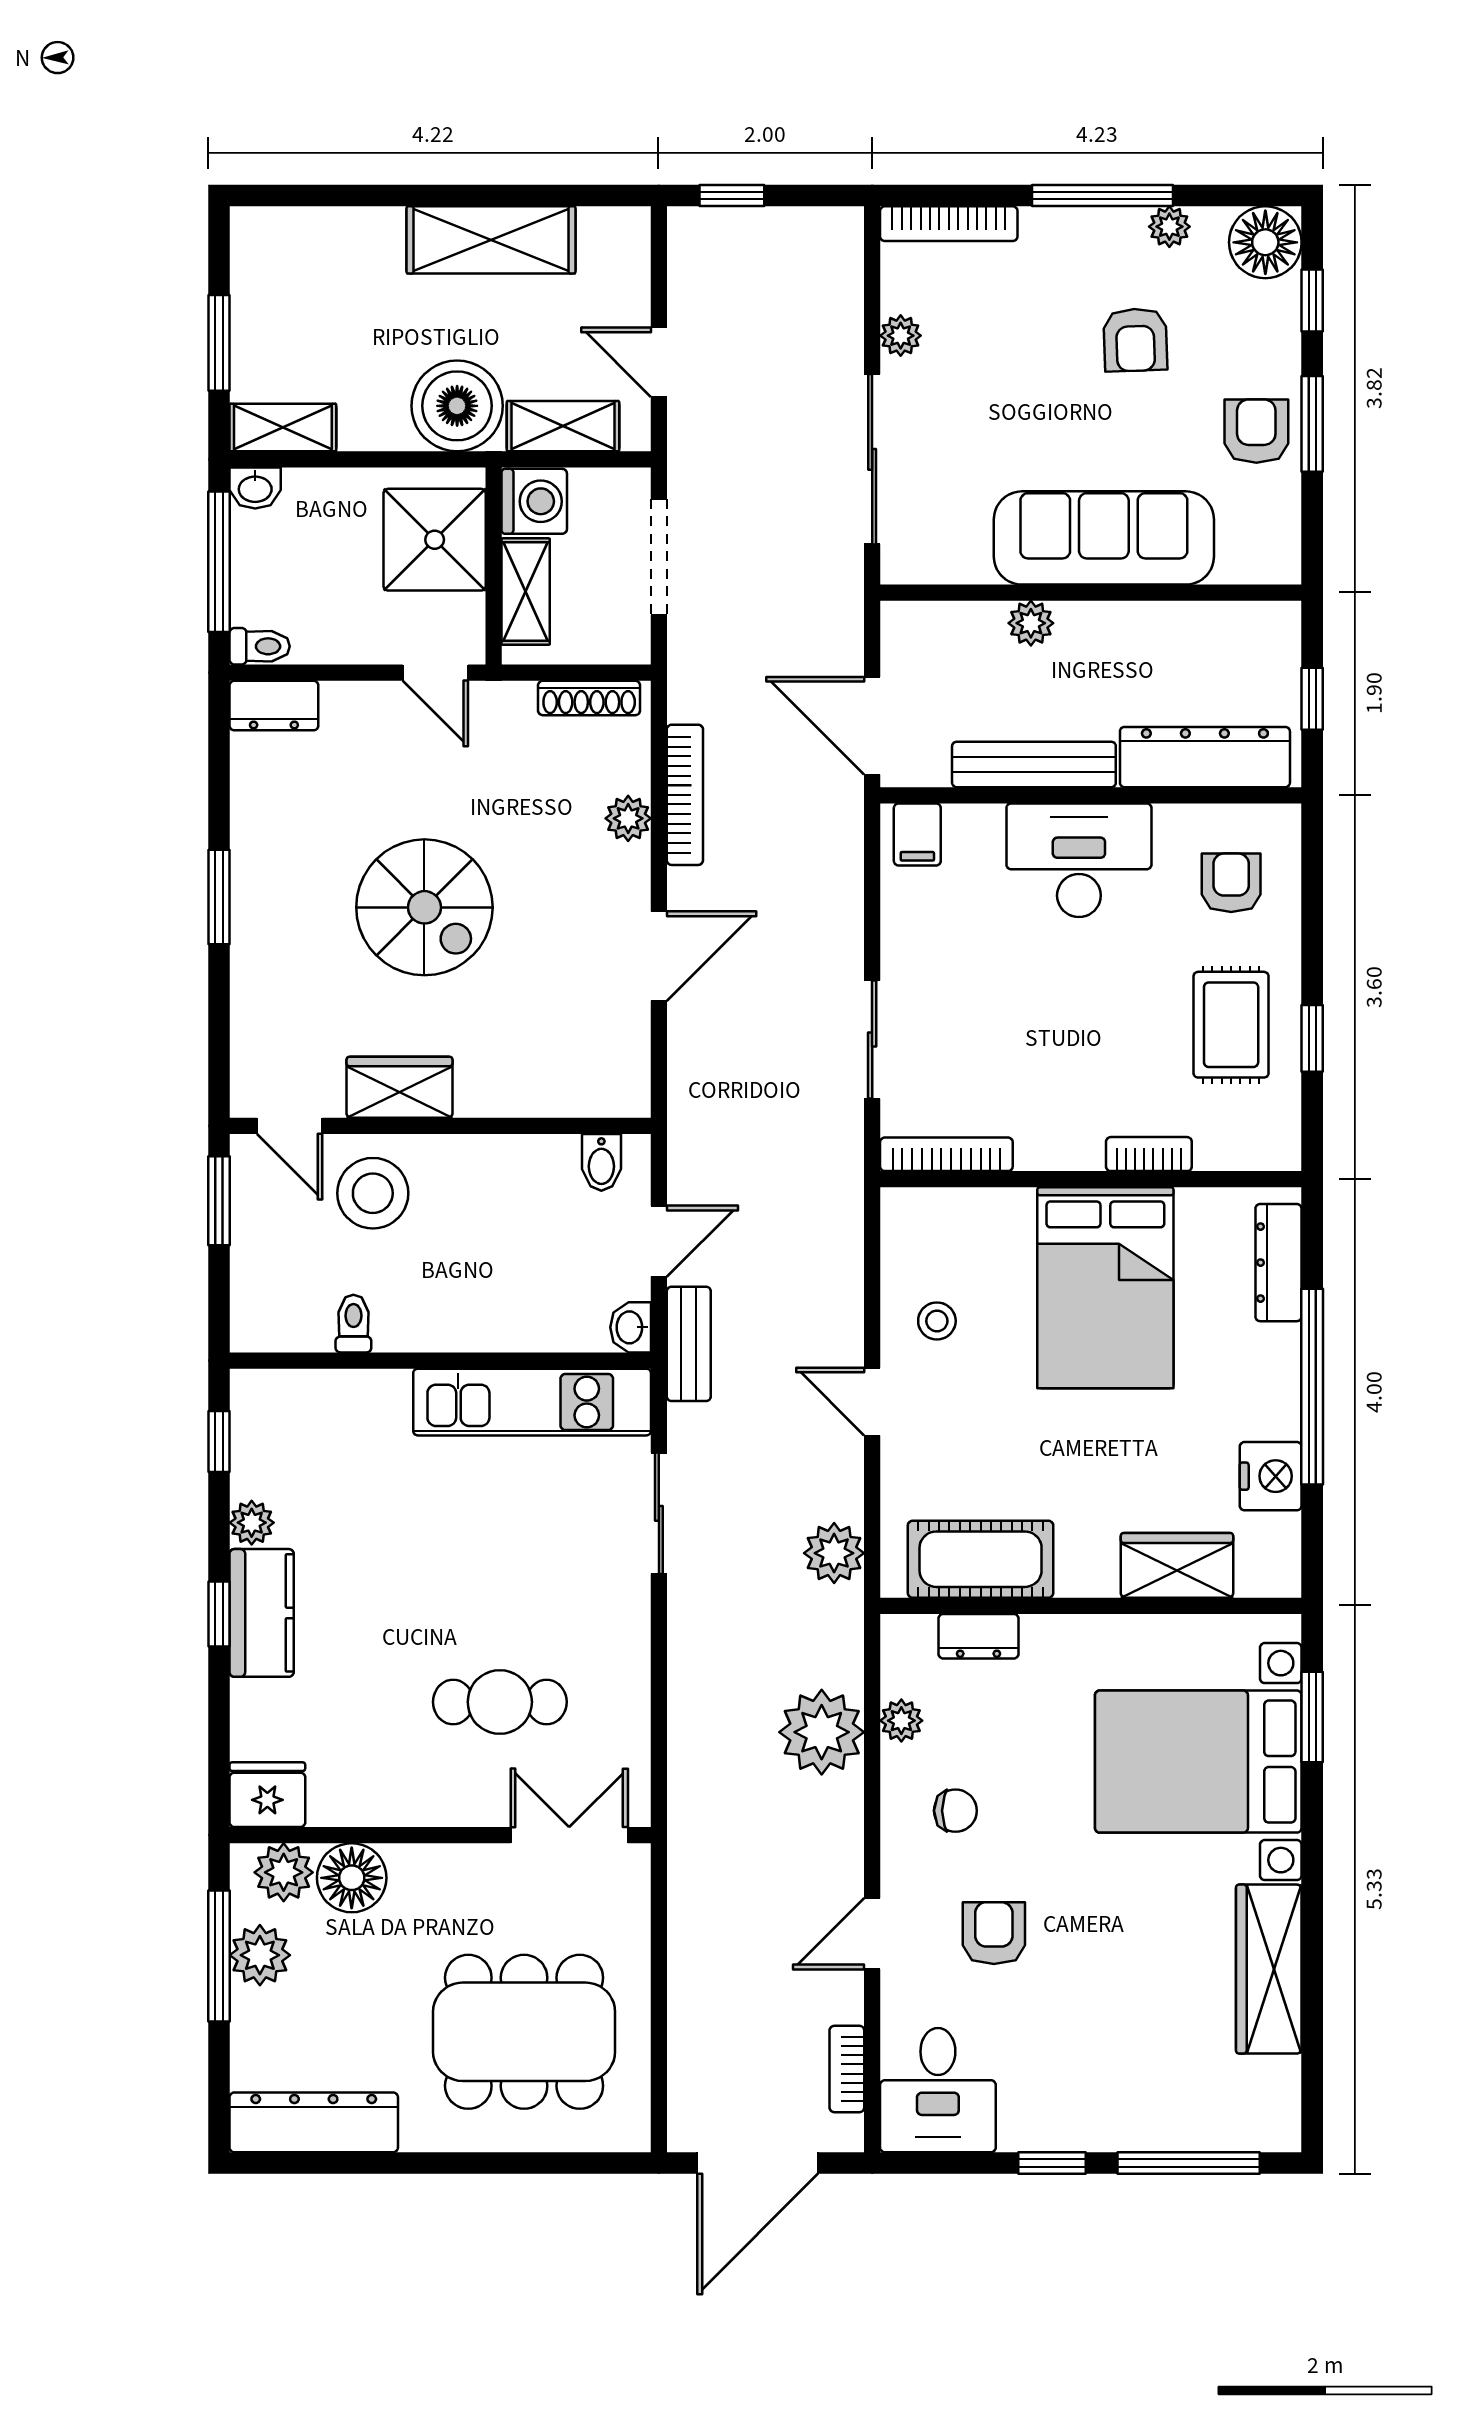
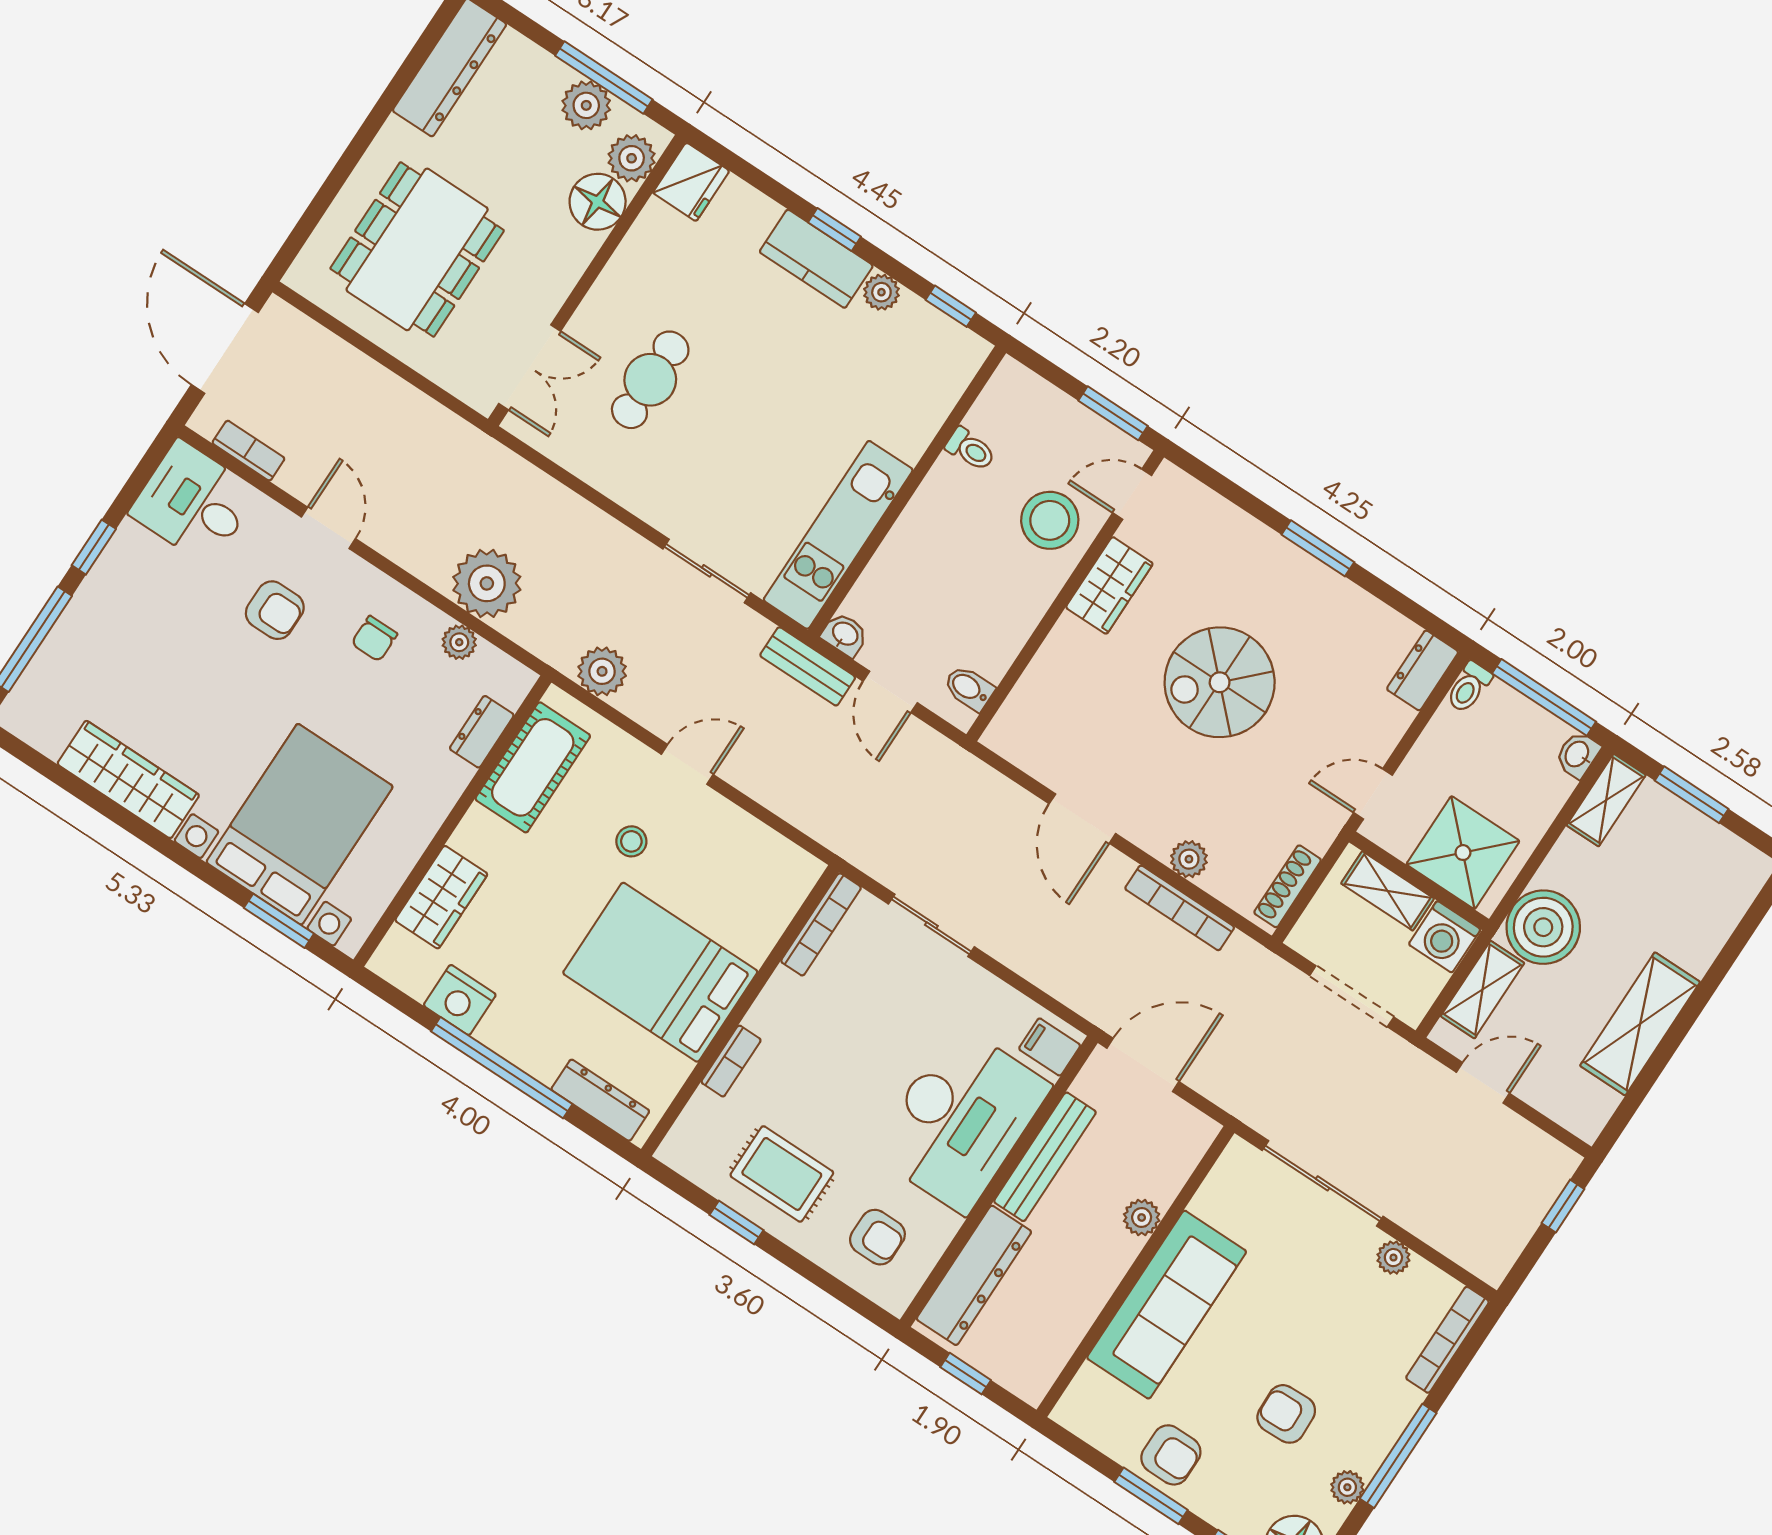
desk: (1079, 860) -> (961, 1119), width x1.36, depth x1.30
stool: (937, 1321) -> (631, 841), moved

